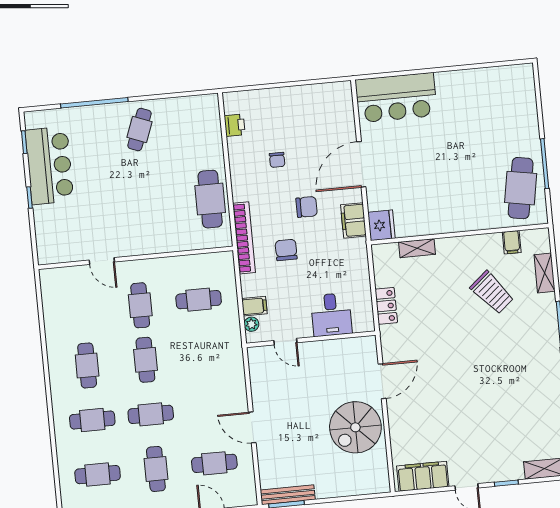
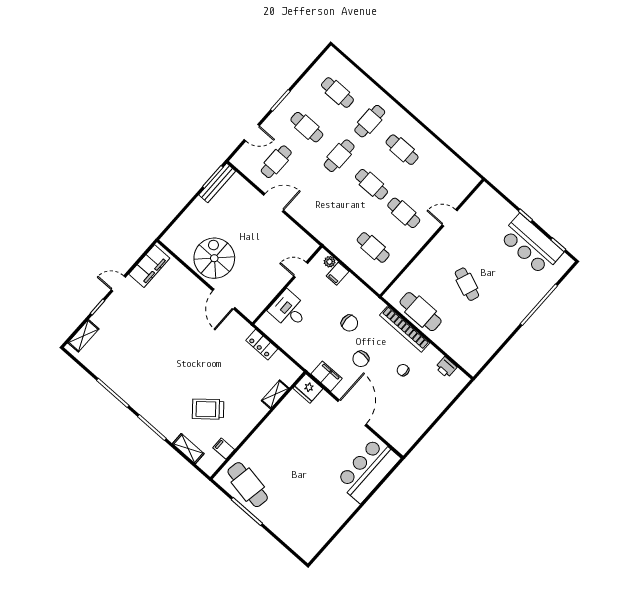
cafe table: (139, 129) -> (467, 284), moved
bookcase: (244, 238) -> (405, 329), moved
cafe table: (199, 300) -> (373, 247), turned 90
cafe table: (98, 475) -> (337, 93), turned 90

